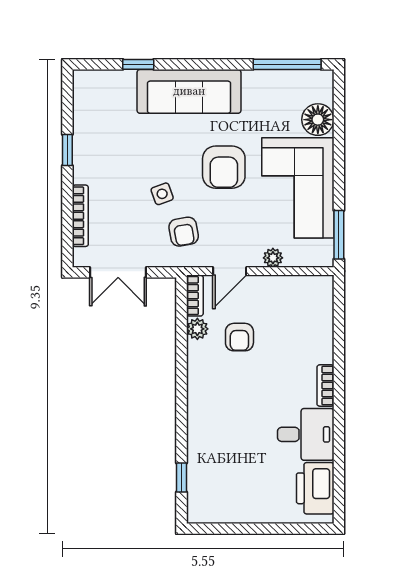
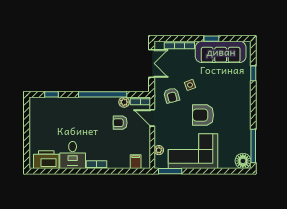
sofa: (189, 91) -> (221, 52), moved, turned -90
floor lamp: (318, 120) -> (243, 161), moved
armchair: (184, 232) -> (172, 95), turned -95
plant: (273, 258) -> (159, 150), moved
double door: (118, 272) -> (152, 63), swing flipped
filing cabinet: (319, 305) -> (136, 162), added
window: (182, 373) -> (103, 94), added

